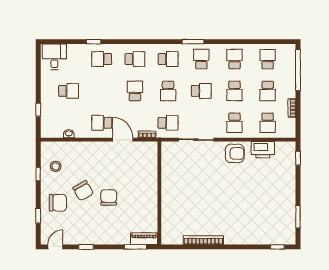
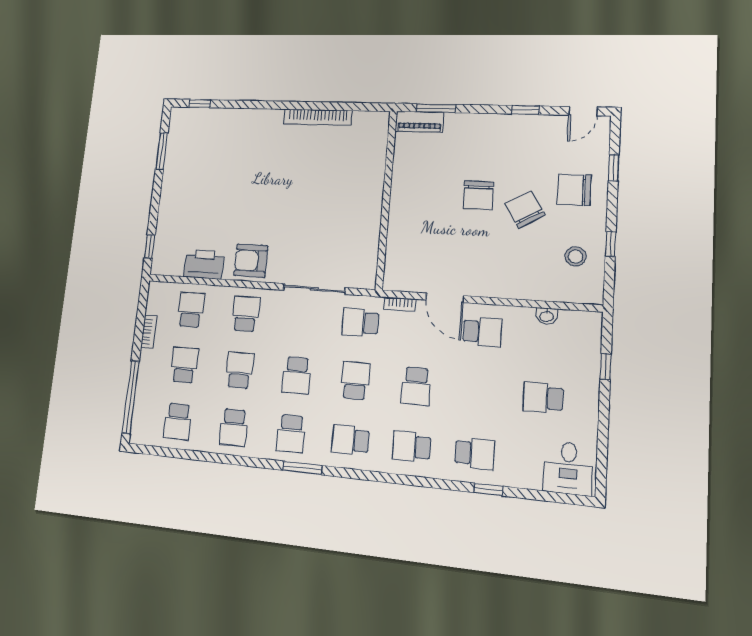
school desk: (201, 91) -> (297, 375), turned -90

